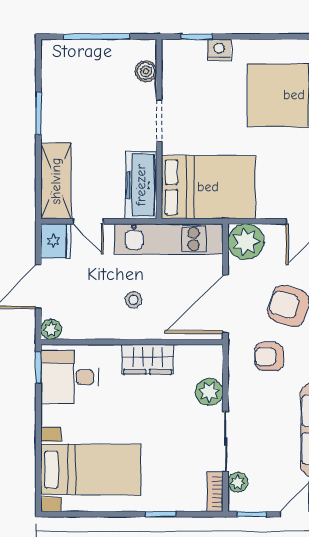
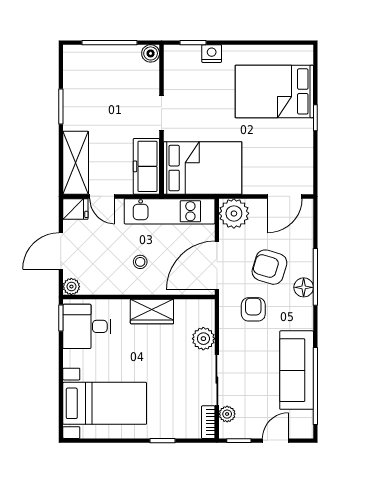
boiler: (146, 71) -> (151, 53), moved
fridge: (56, 241) -> (75, 209), width x0.72
armchair: (269, 357) -> (253, 309), turned 90

